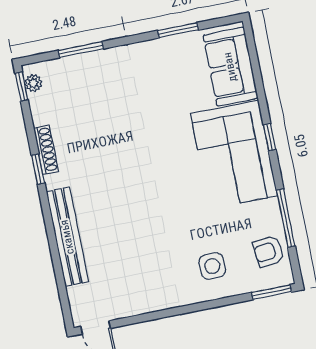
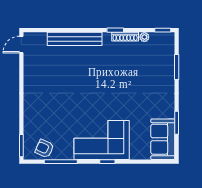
sofa: (230, 67) -> (163, 139), moved, turned -90
plant: (33, 83) -> (144, 37), moved
armchair: (269, 251) -> (44, 148), turned -59
side table: (212, 266) -> (42, 116), removed

